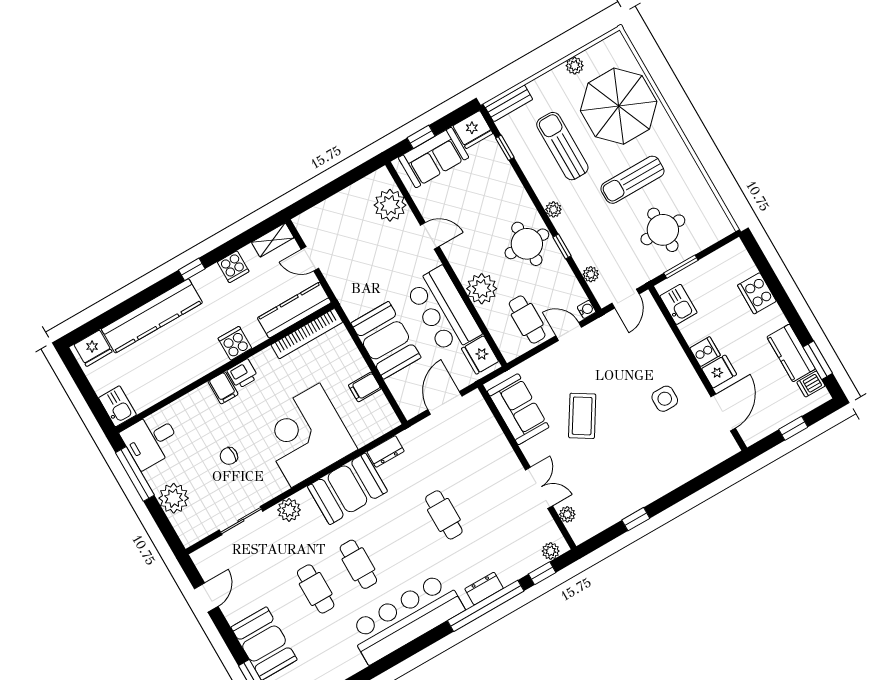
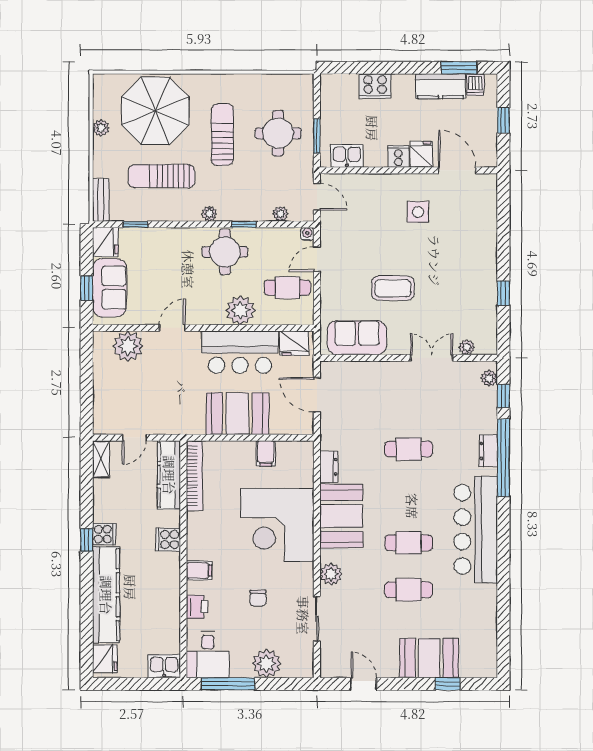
sun lounger: (632, 180) -> (222, 134), turned 180
cooker: (233, 267) -> (104, 534), moved
printer: (243, 374) -> (197, 607), moved
coffee table: (582, 416) -> (393, 288), turned -32

